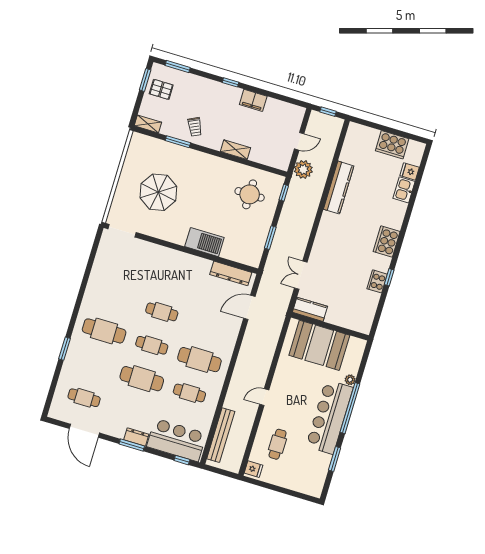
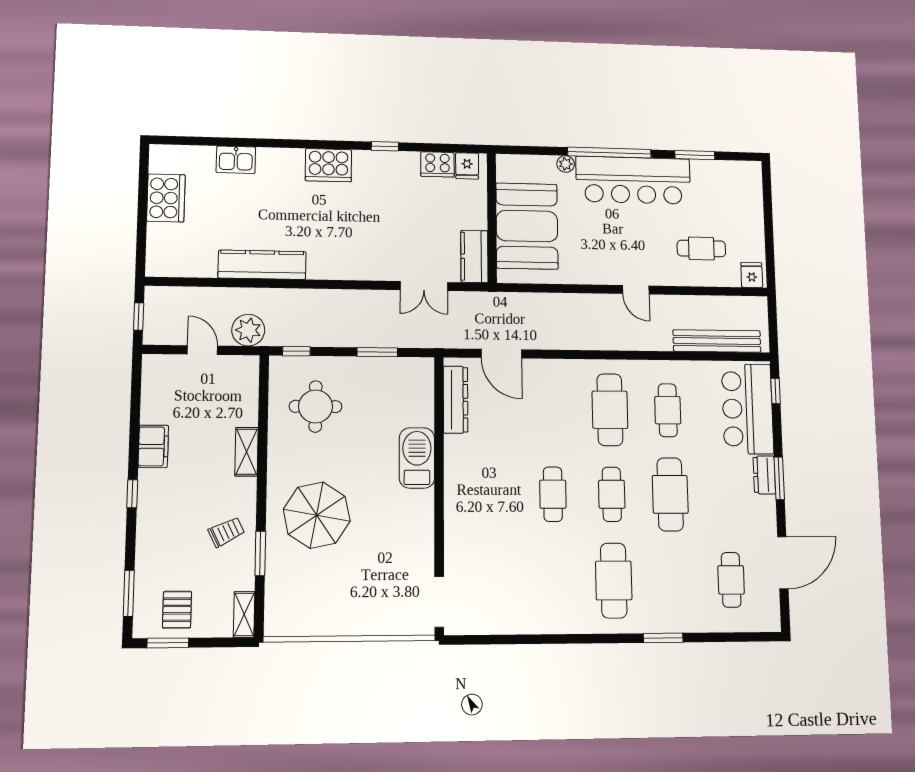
fridge: (410, 171) -> (467, 166), moved
parasol: (158, 192) -> (317, 515), moved
cooker: (377, 281) -> (437, 164), moved

